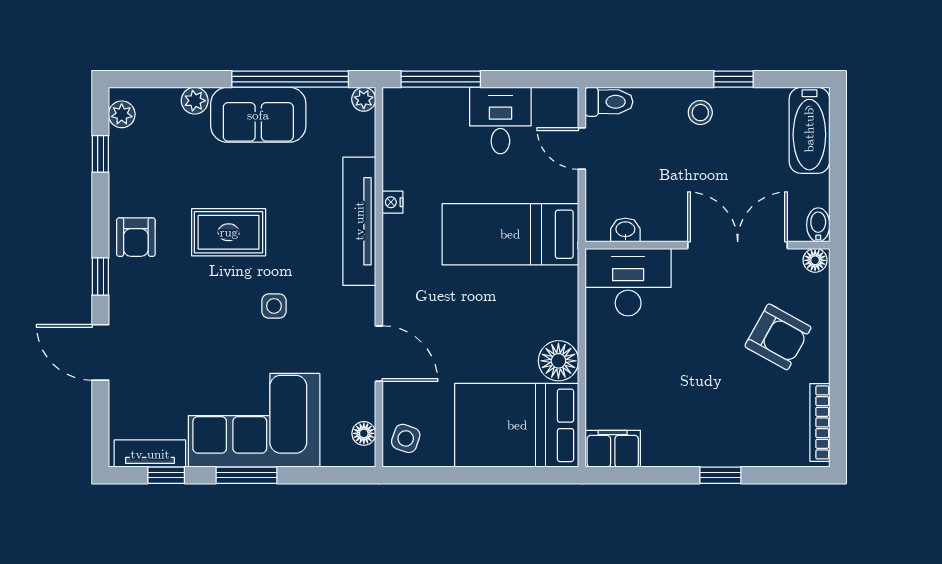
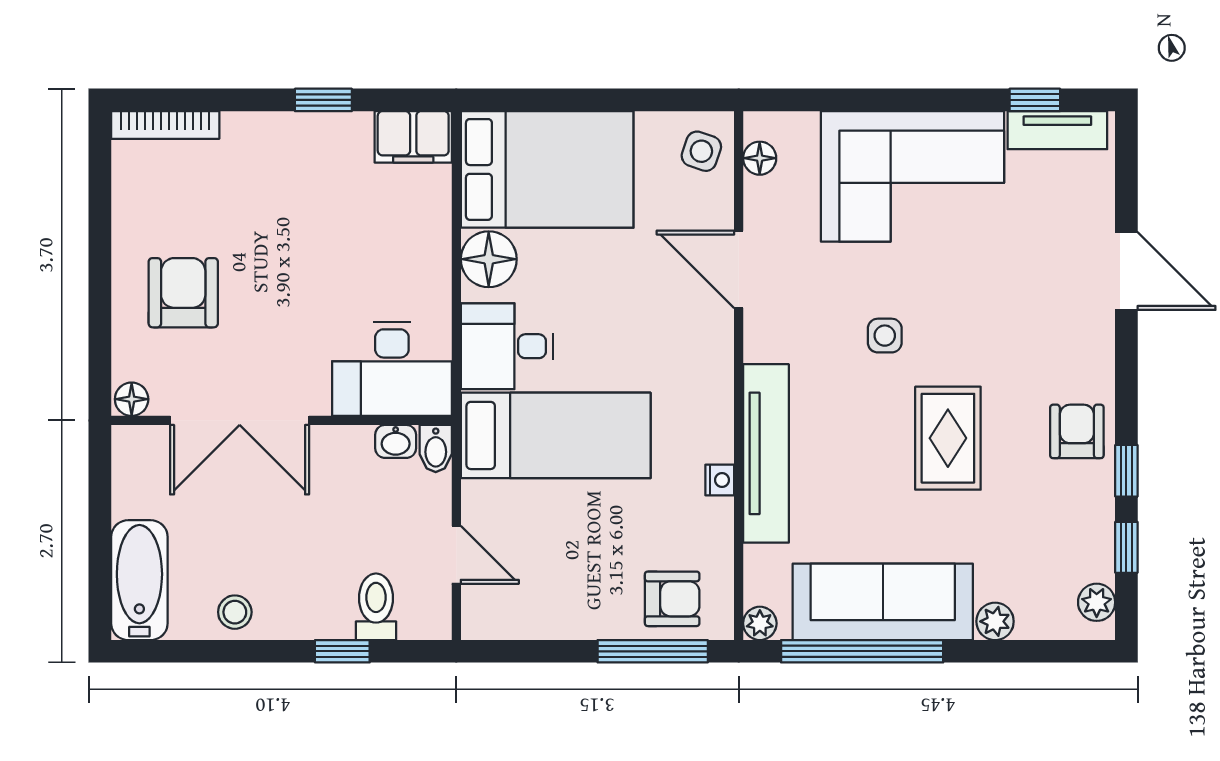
window: (734, 79) -> (342, 651), moved
toilet: (609, 102) -> (376, 607), moved, turned 90
stool: (700, 113) -> (235, 612), moved
sofa: (258, 115) -> (883, 602), width x1.36
armchair: (427, 117) -> (672, 599), added
desk: (500, 120) -> (507, 346), moved, turned 90
bidet: (818, 225) -> (436, 449), moved
rug: (229, 232) -> (948, 438), turned 90
window: (100, 277) -> (1126, 471), moved
armchair: (778, 337) -> (183, 293), turned 61
bookcase: (820, 422) -> (165, 125), moved, turned 90
window: (247, 475) -> (923, 100), removed
window: (720, 475) -> (323, 100), moved

